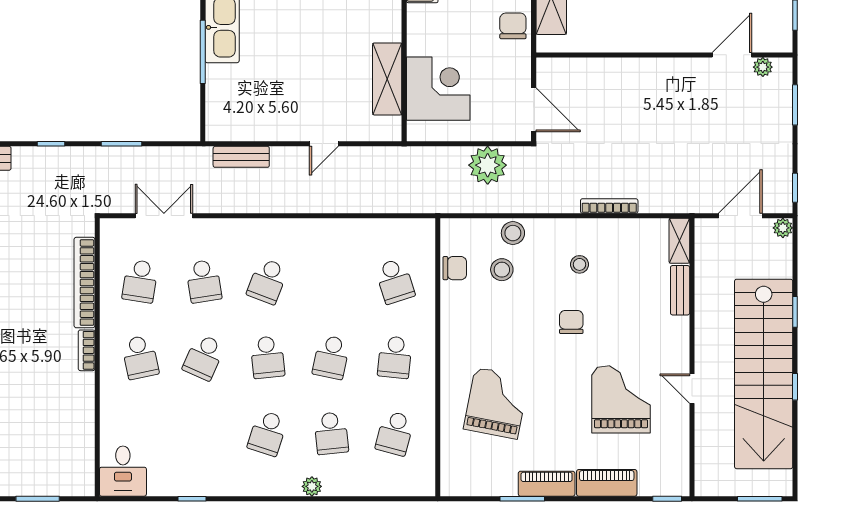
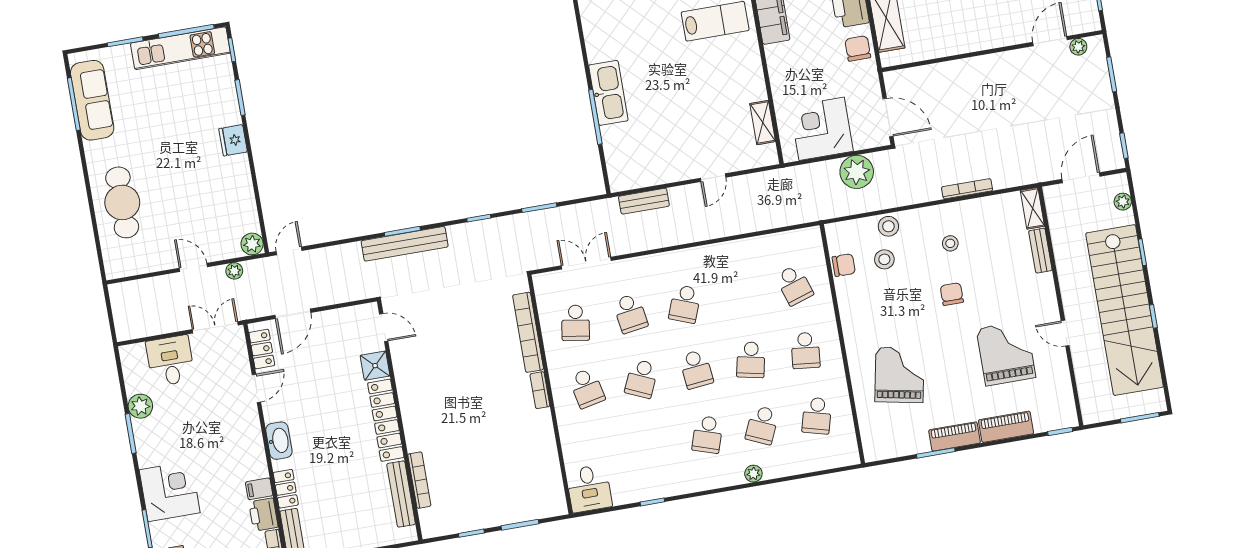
shelving: (387, 79) -> (763, 123), width x0.67, depth x0.75
corner desk: (438, 89) -> (822, 129), moved, turned -90
plant: (783, 228) -> (1123, 202), moved
school desk: (331, 433) -> (762, 425), turned 30

